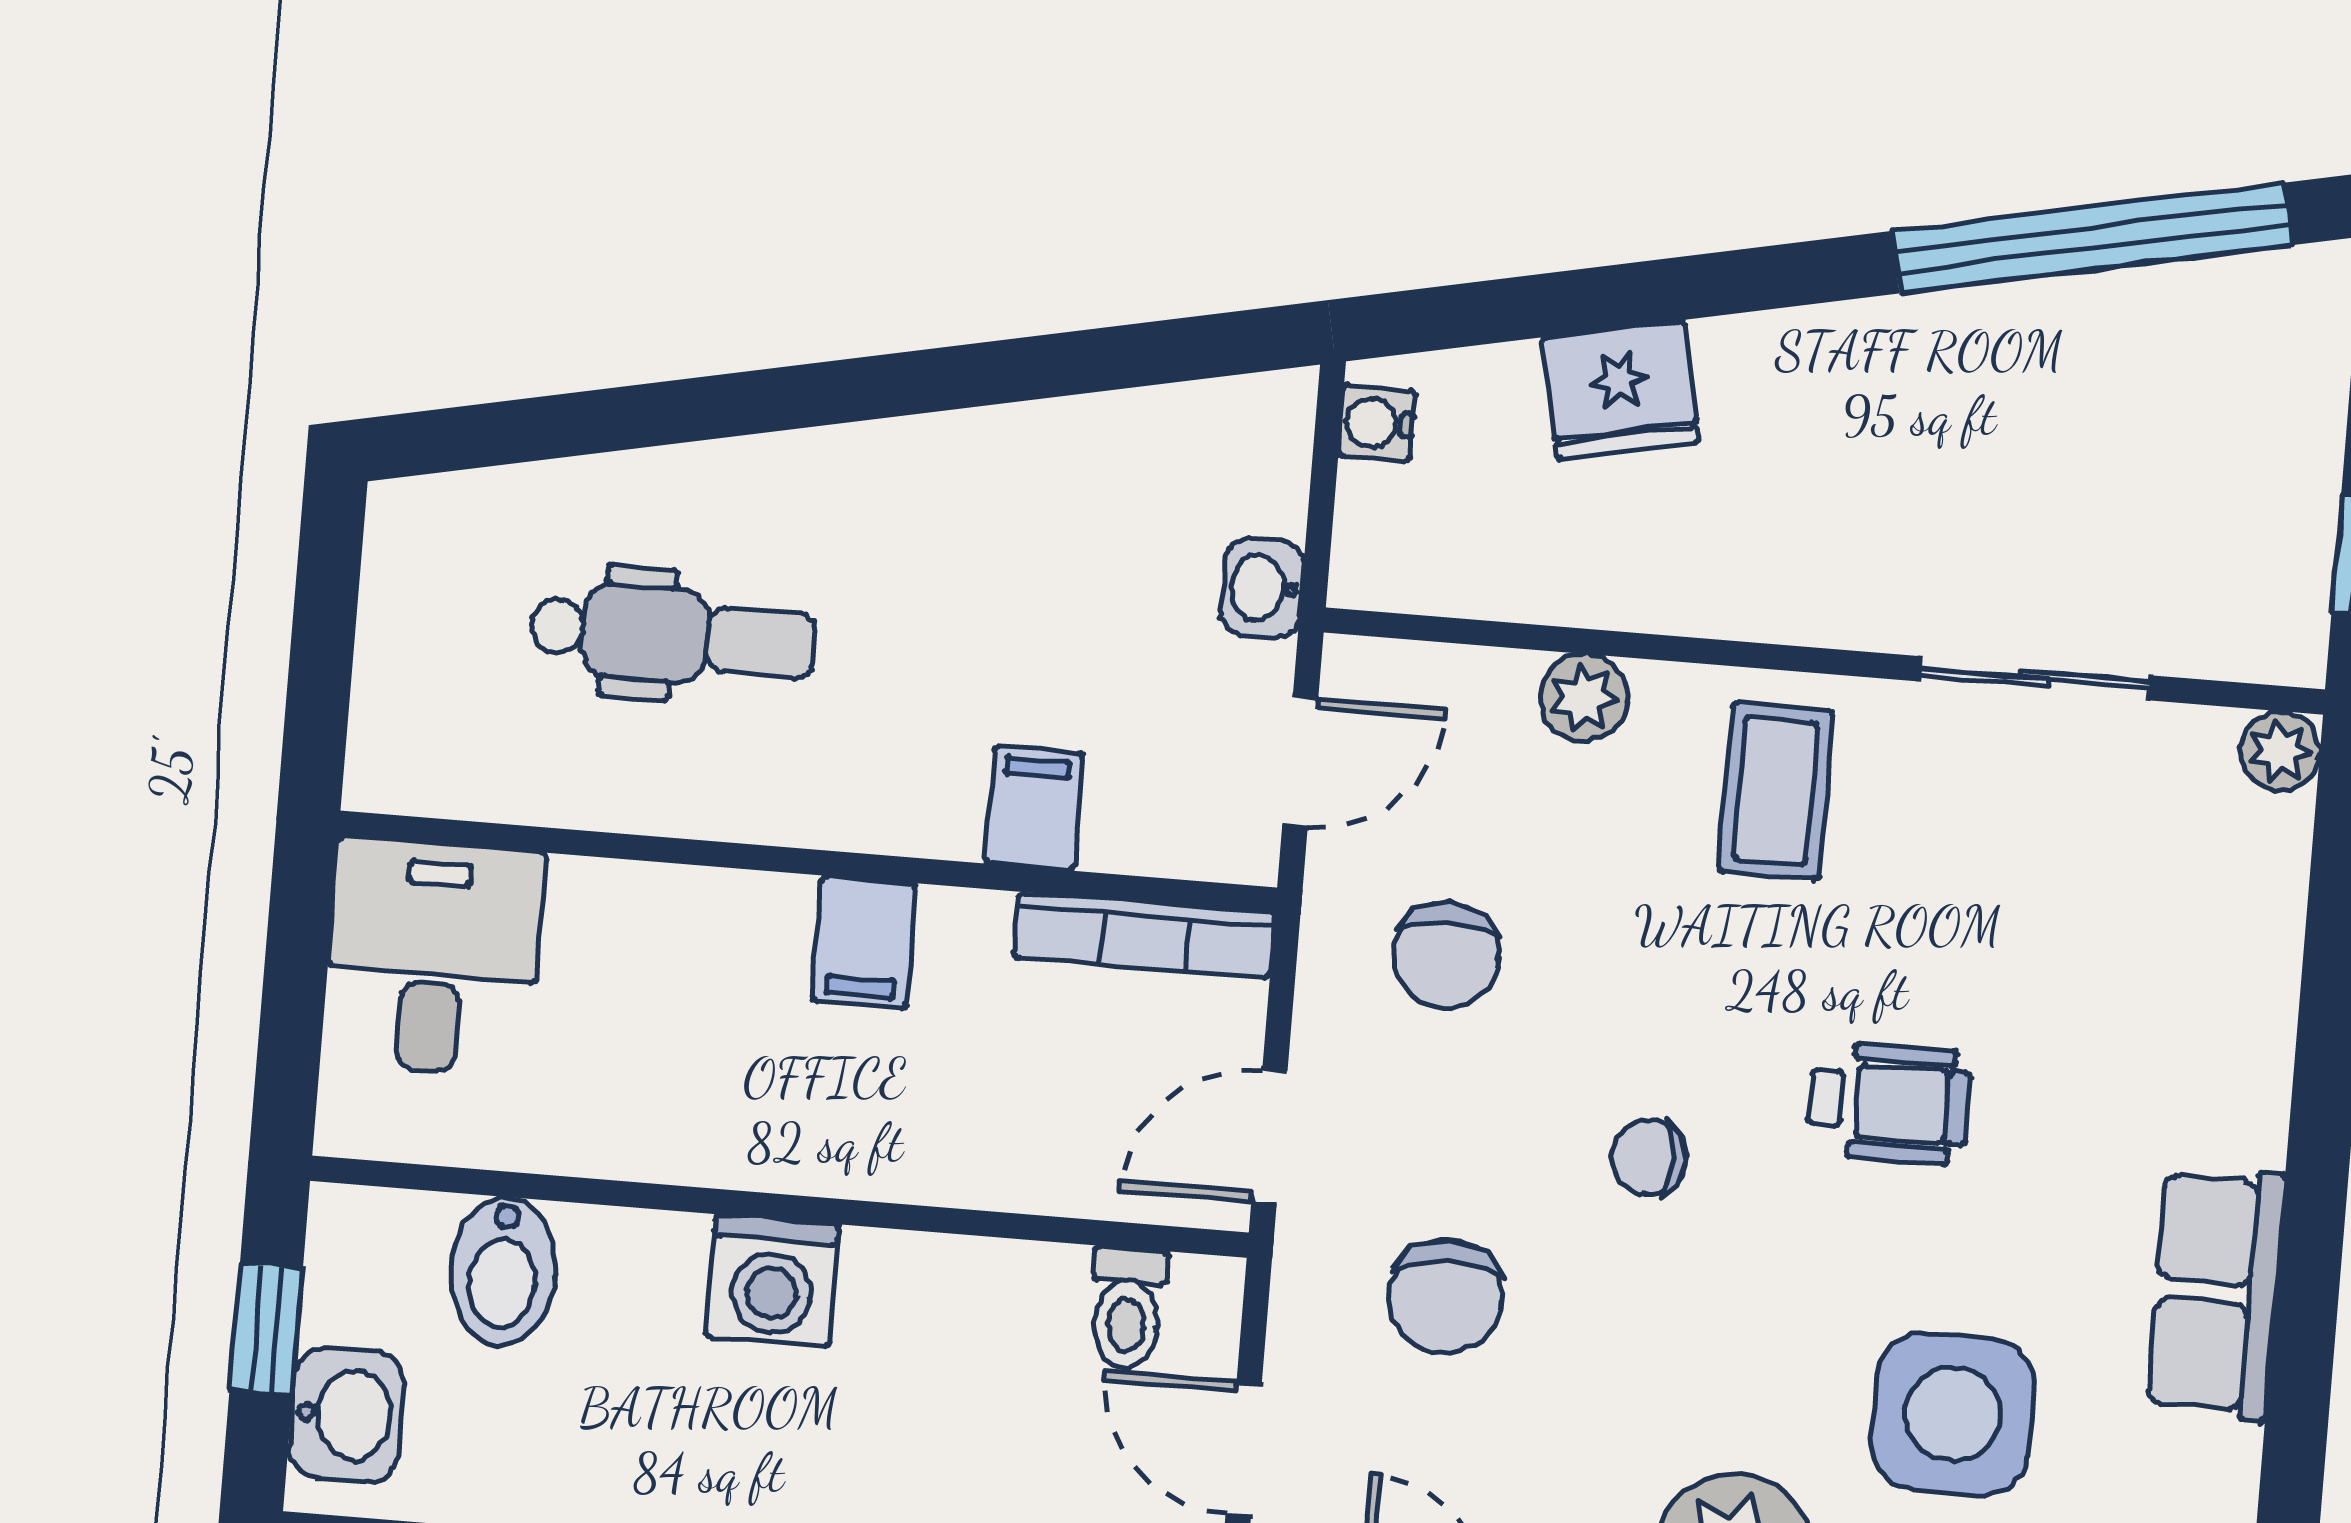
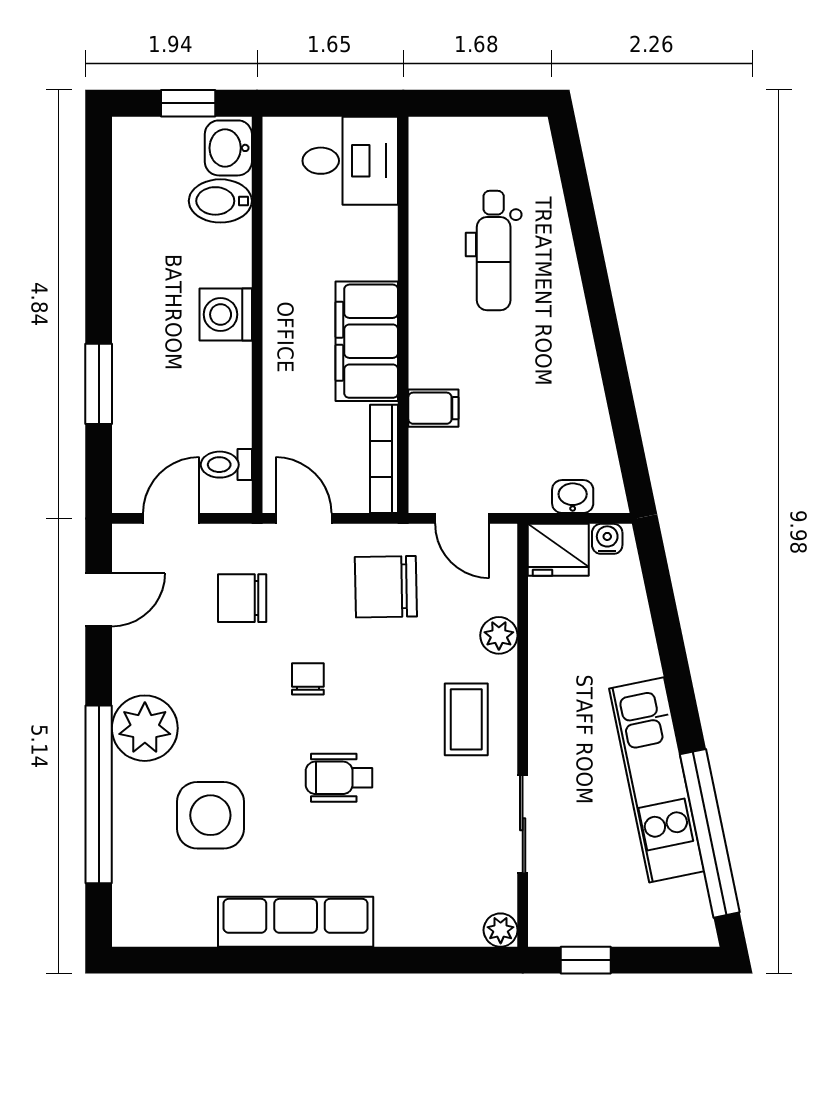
kitchen unit: (1956, 353) -> (657, 780), added
fridge: (1621, 390) -> (558, 550), moved, turned -78
washbasin: (1262, 588) -> (573, 497), moved
coffee table: (1776, 791) -> (466, 719), turned 90
filing cabinet: (864, 942) -> (367, 341), width x3.00, depth x1.17
chair: (1447, 955) -> (386, 587), width x1.37, depth x1.37
wheelchair: (1889, 1103) -> (339, 778), turned 90
row of seats: (2216, 1293) -> (296, 922), width x1.48
washbasin: (346, 1415) -> (228, 148), moved, turned 90

